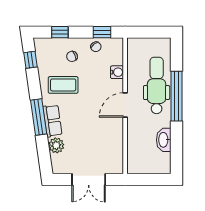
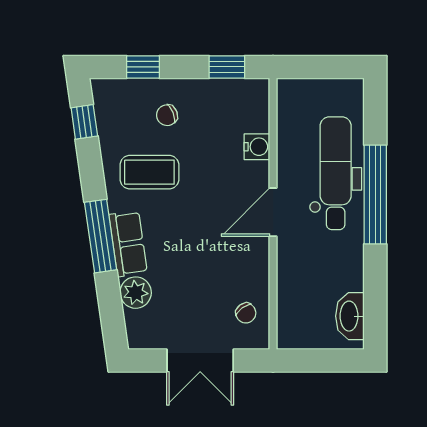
chair: (96, 47) -> (246, 313), moved
washbasin: (164, 140) -> (350, 316), moved

